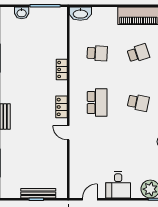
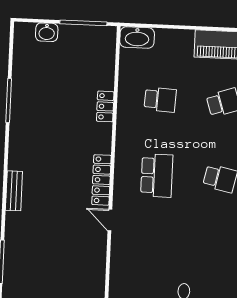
locker: (62, 69) -> (105, 106), moved
locker: (61, 107) -> (101, 180), width x1.53

